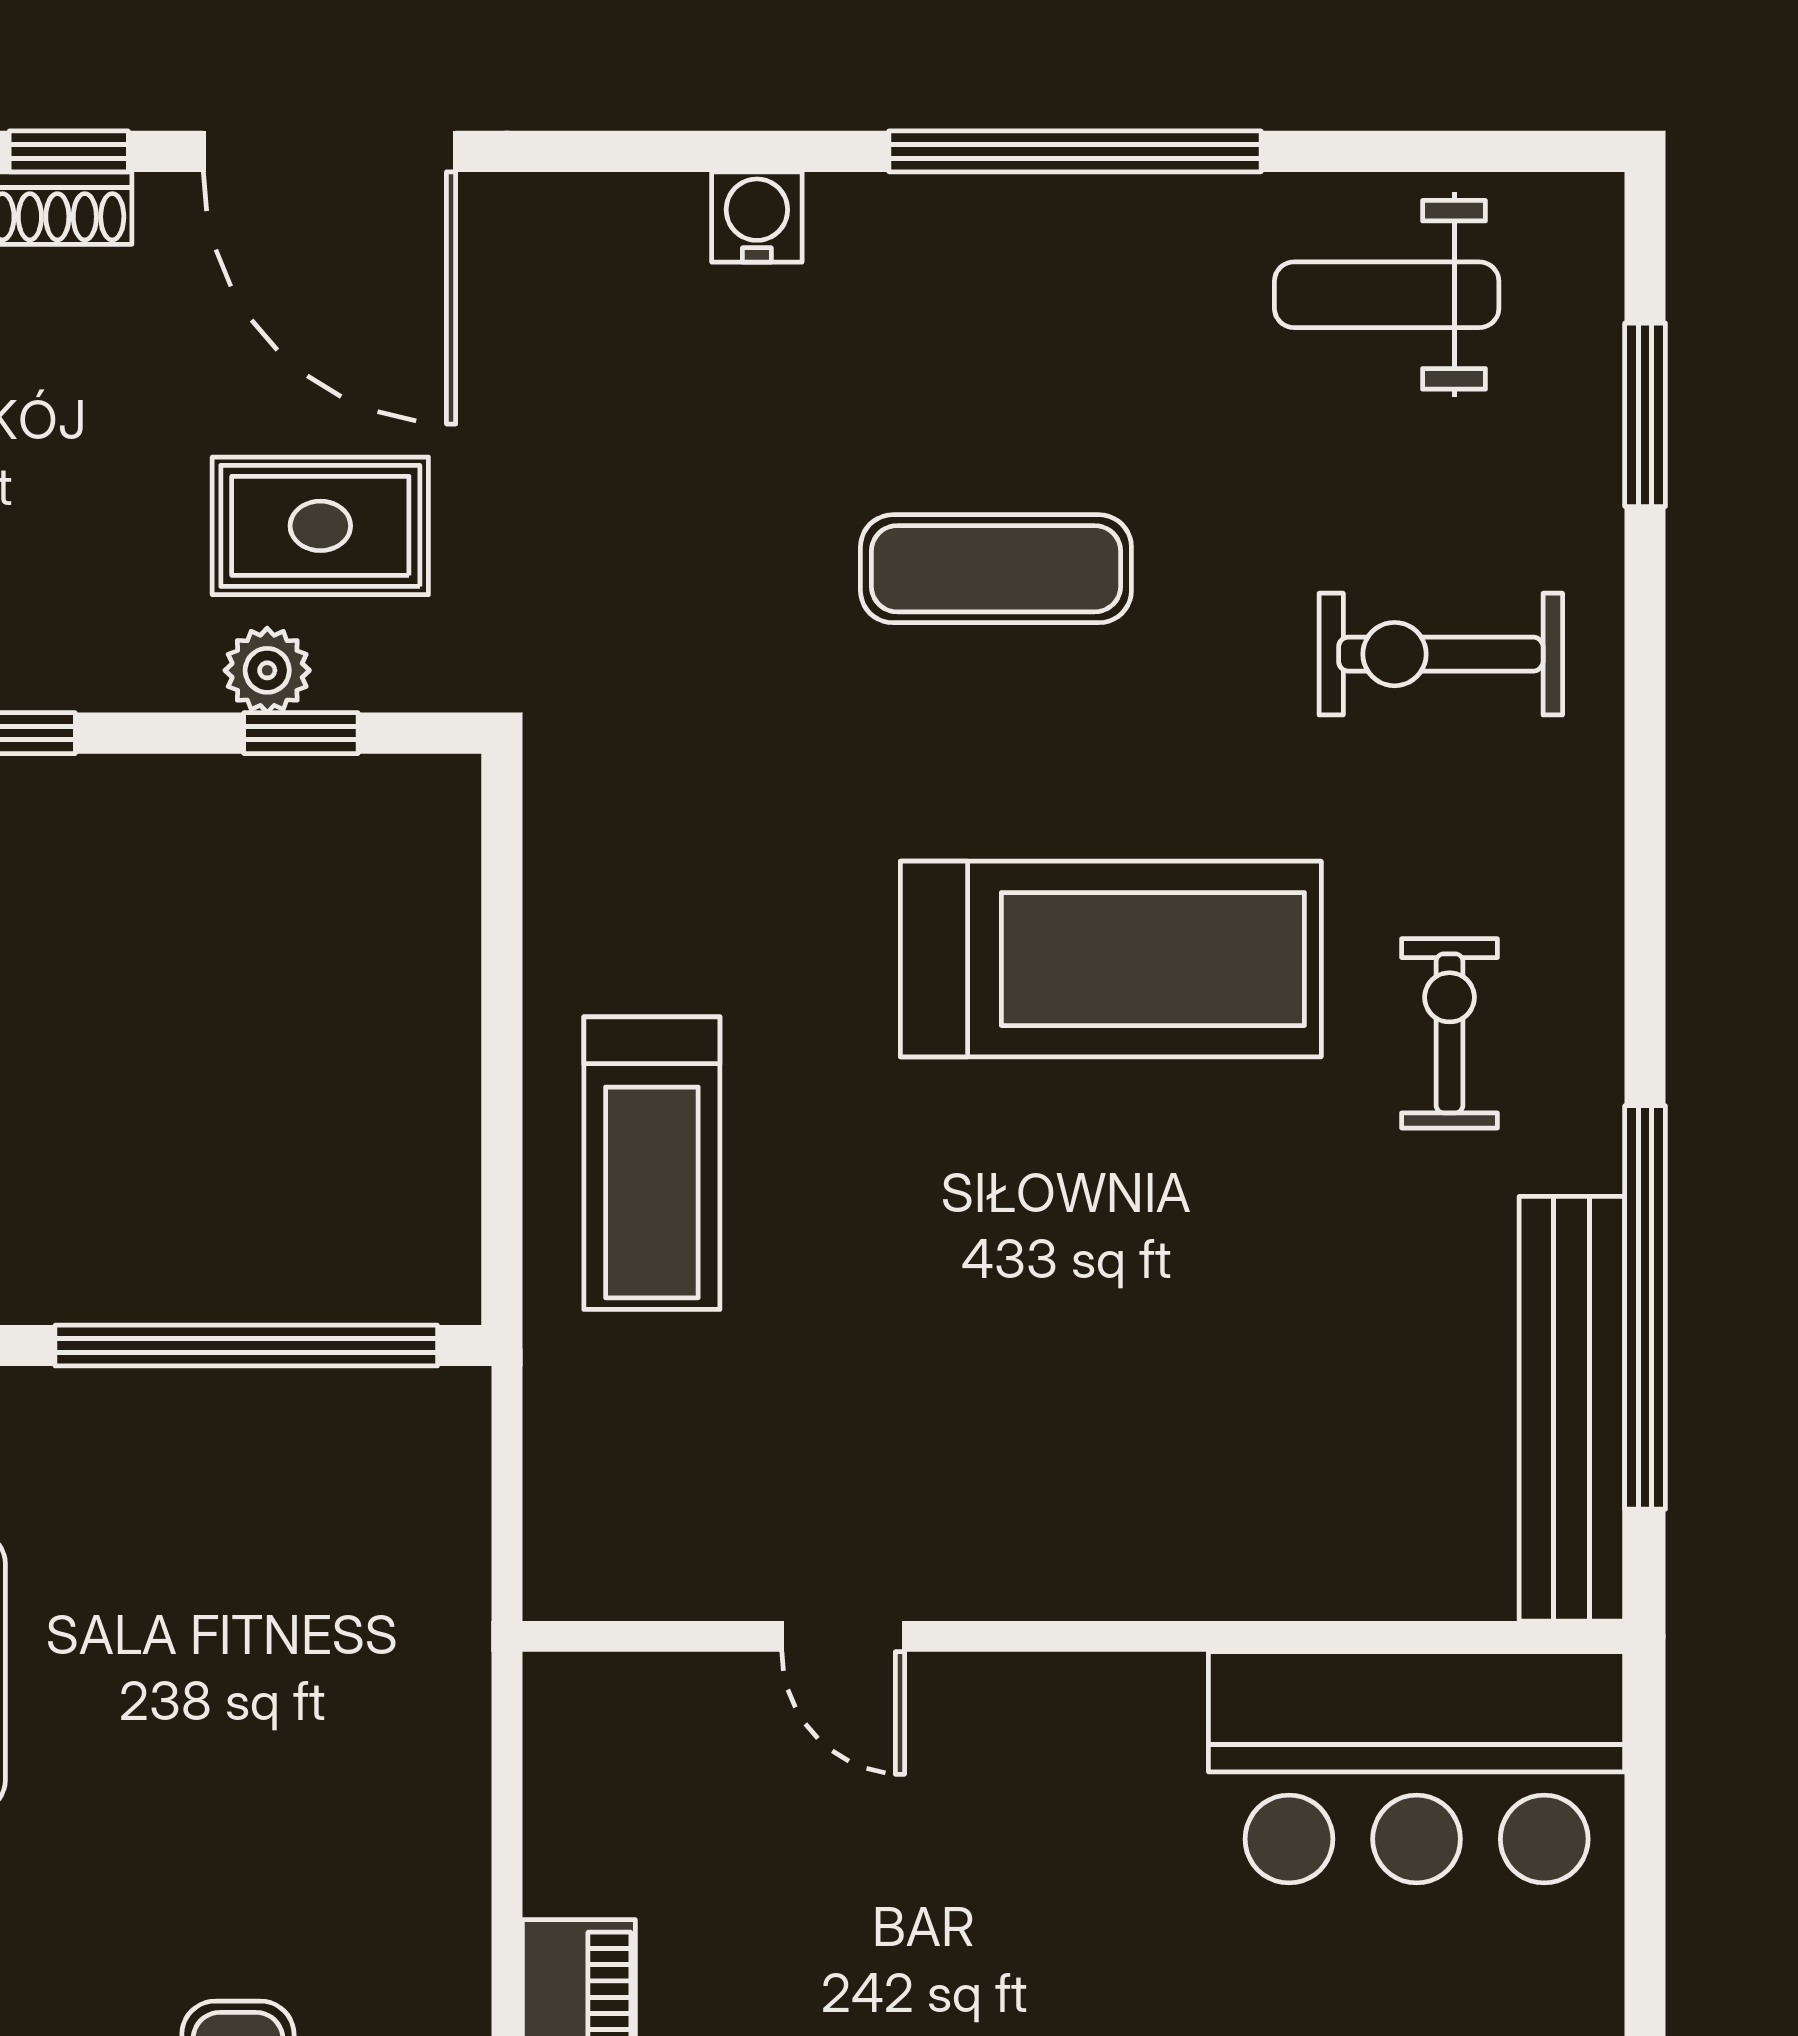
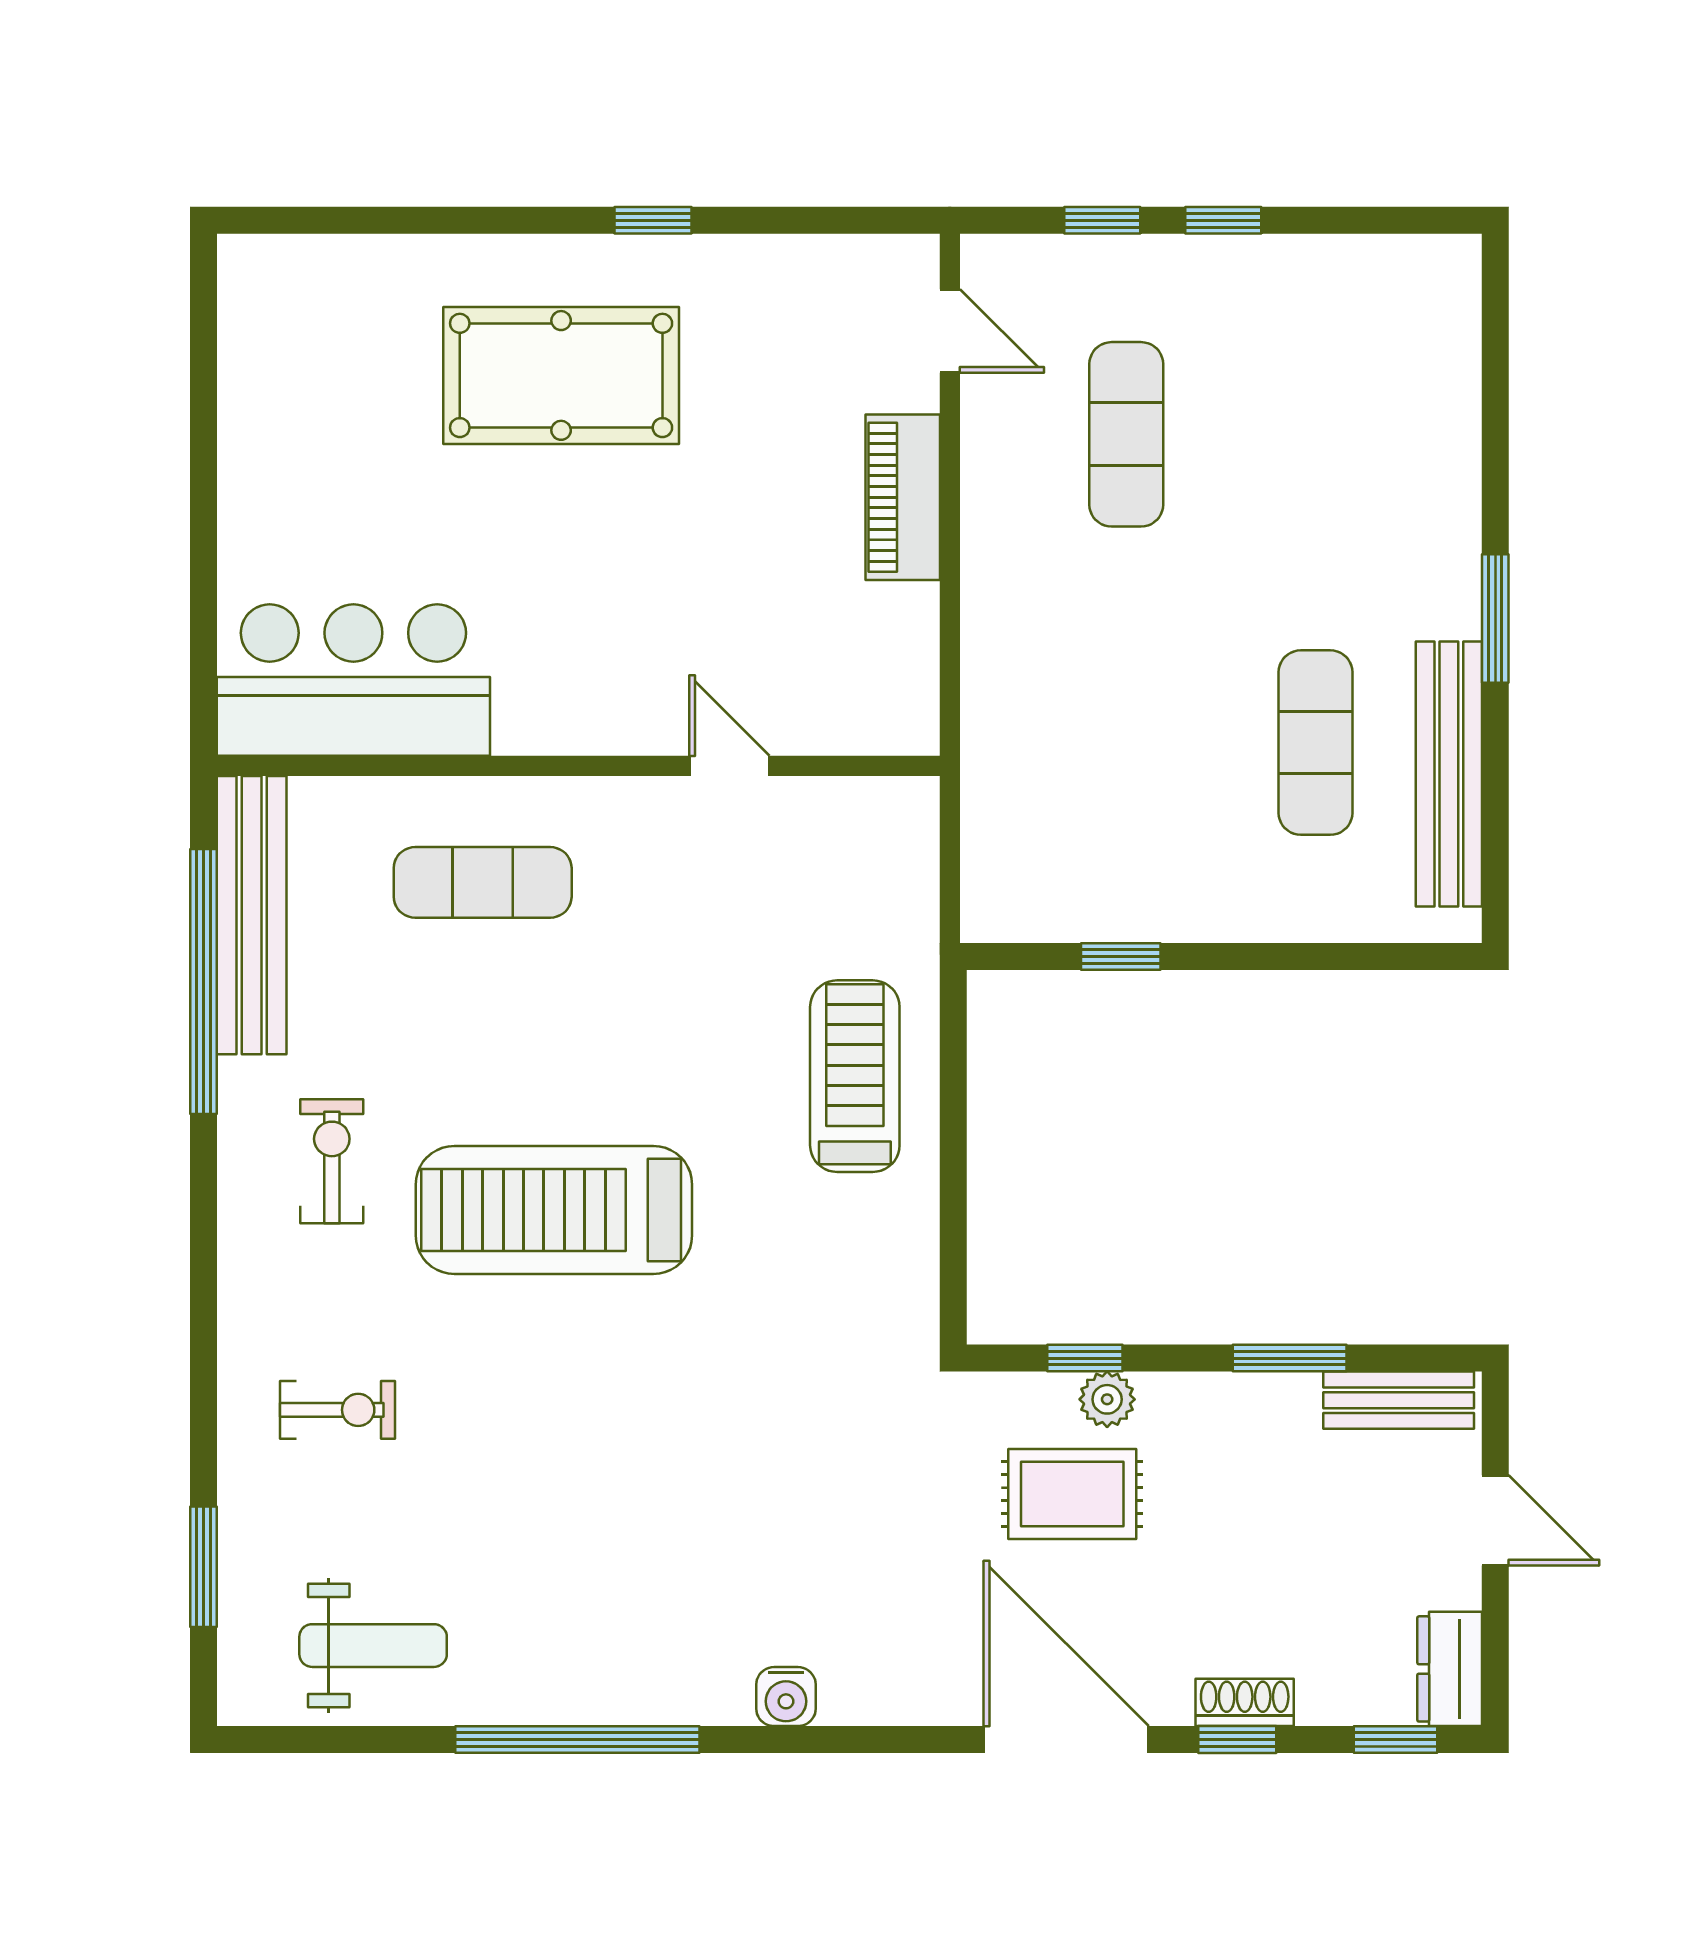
exercise mat: (996, 569) -> (483, 882), moved
exercise bike: (1441, 654) -> (338, 1410), width x0.73, depth x0.72
exercise bike: (1450, 1033) -> (332, 1161), turned 180
window: (246, 1346) -> (1121, 957), width x0.32

